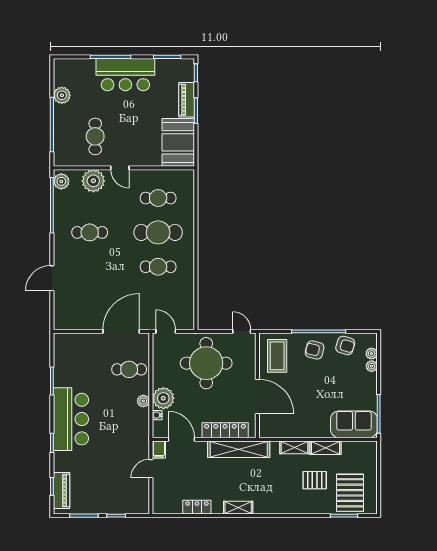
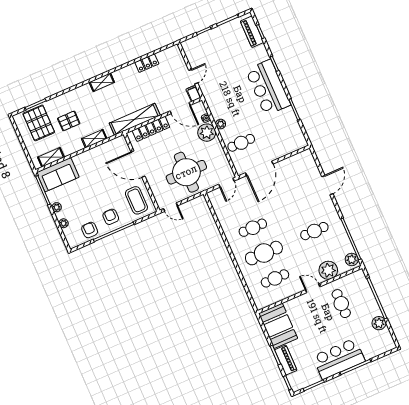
door: (166, 331) -> (226, 183), hinge flipped
armchair: (345, 345) -> (90, 230), turned 73
armchair: (315, 350) -> (111, 217), turned -104
plant: (371, 354) -> (57, 207), moved
shelving: (326, 448) -> (51, 157), moved
shelving: (238, 508) -> (102, 82), moved

